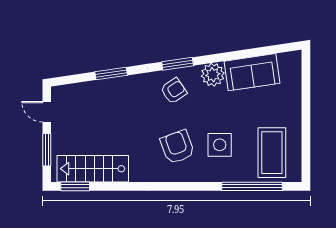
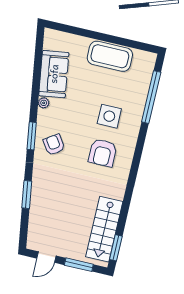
plant: (213, 75) -> (44, 103), width x0.53, depth x0.53
armchair: (177, 147) -> (103, 153), turned -70
coffee table: (272, 153) -> (110, 56), moved

